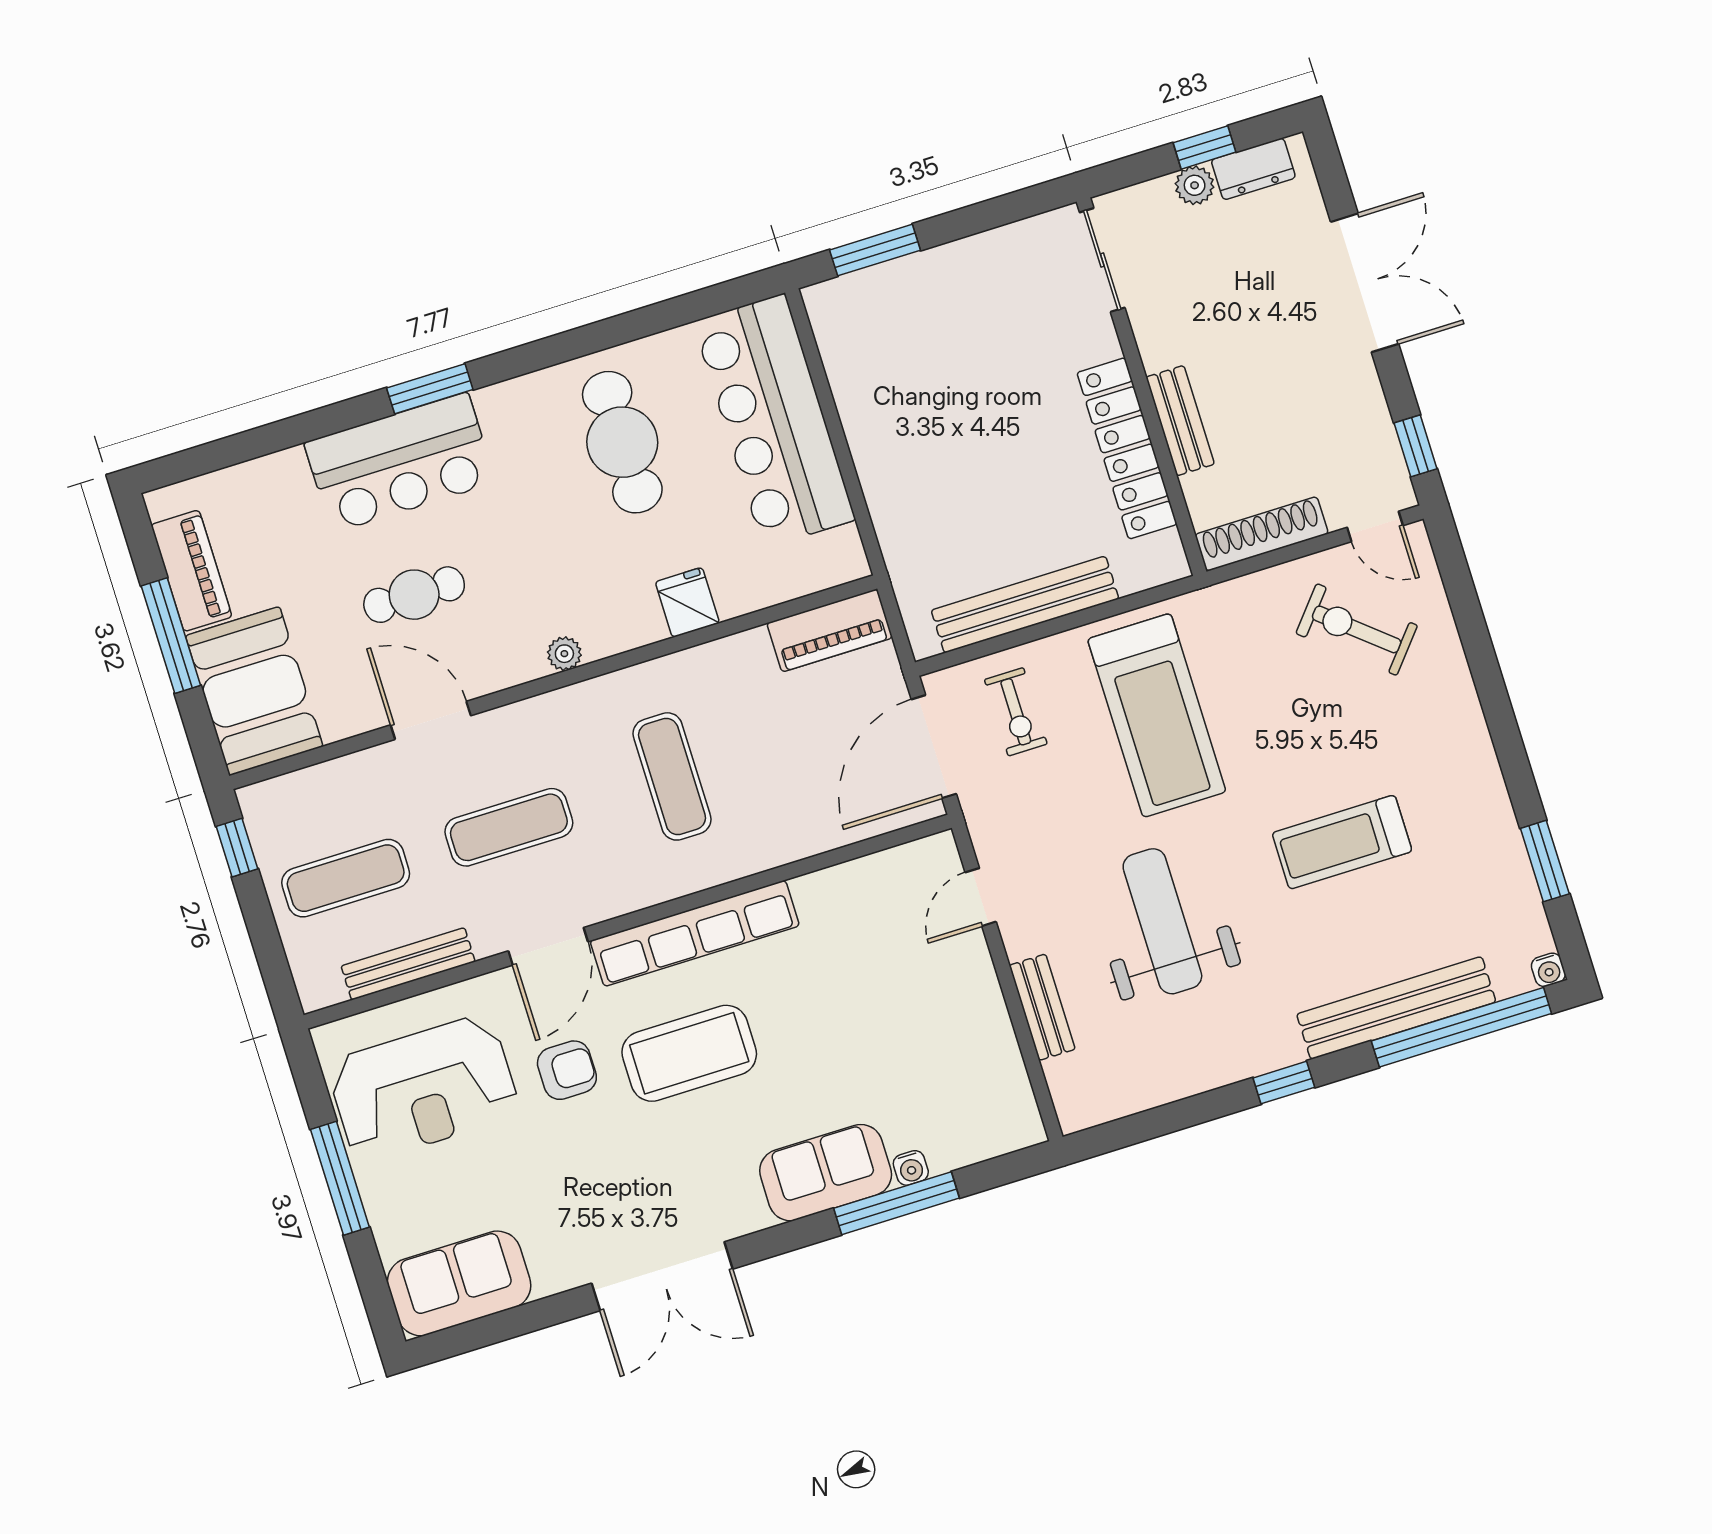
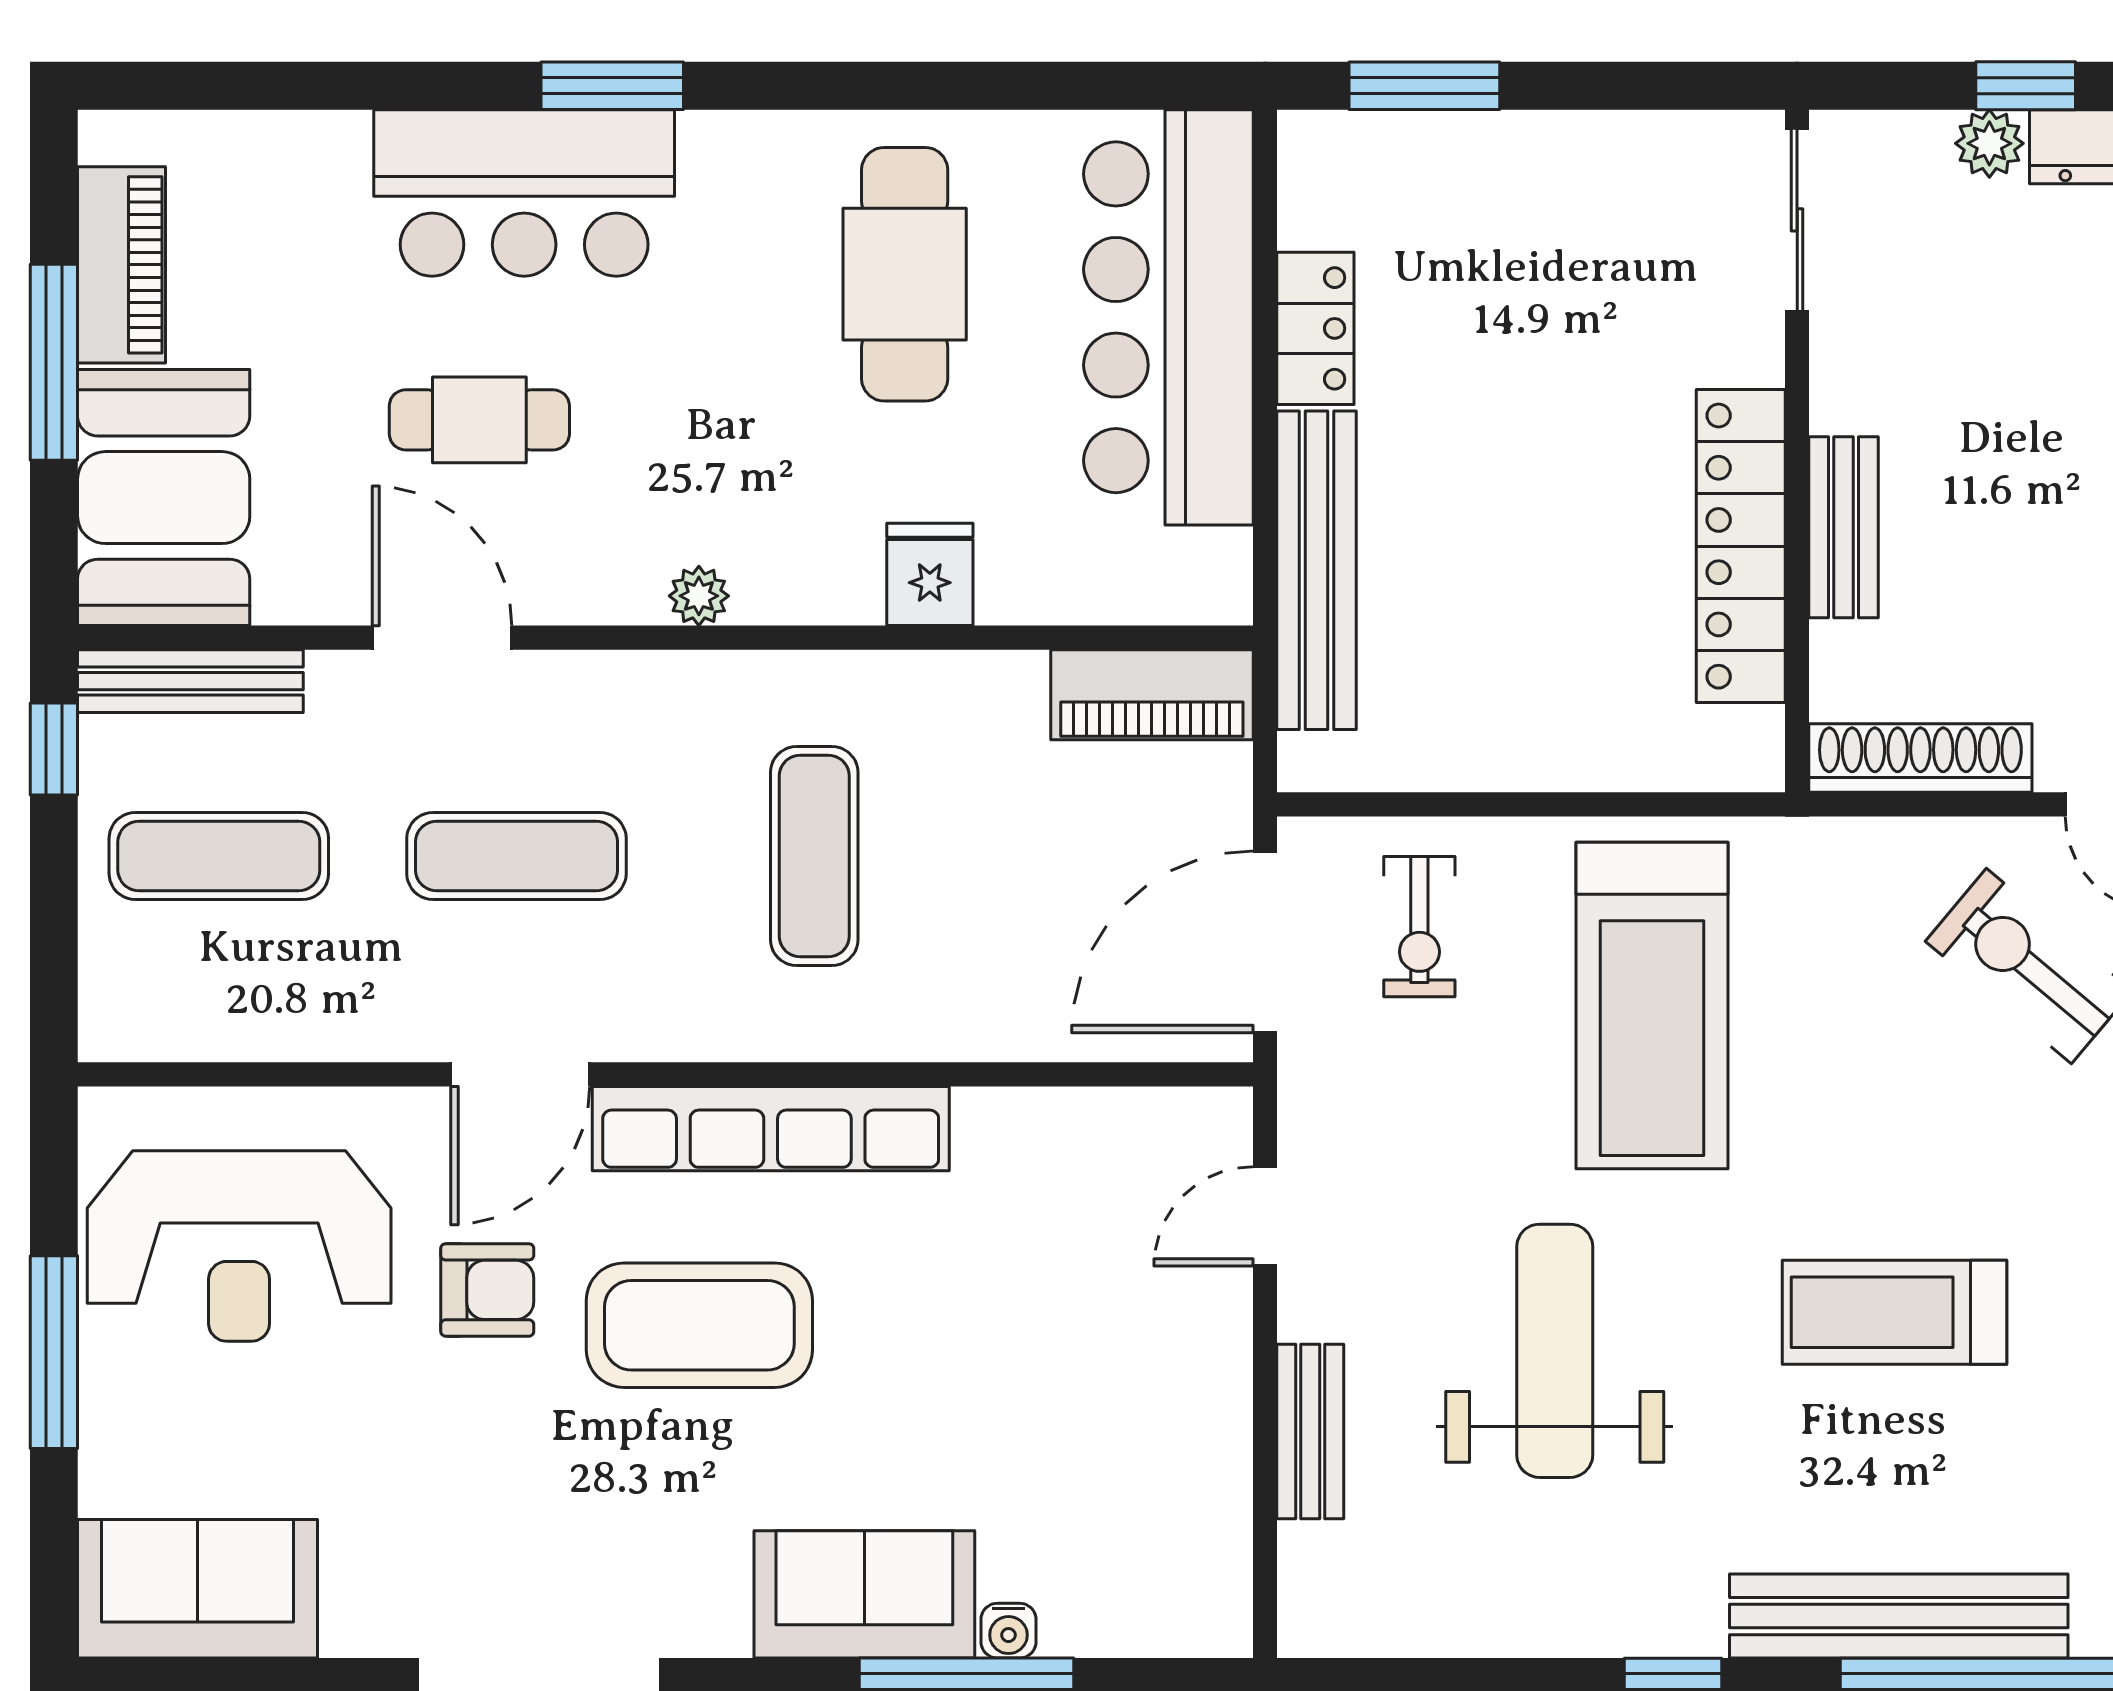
locker: (857, 402) -> (1315, 328), added
bench: (1025, 605) -> (1316, 570), moved, turned 90
bench: (408, 964) -> (190, 681), moved

